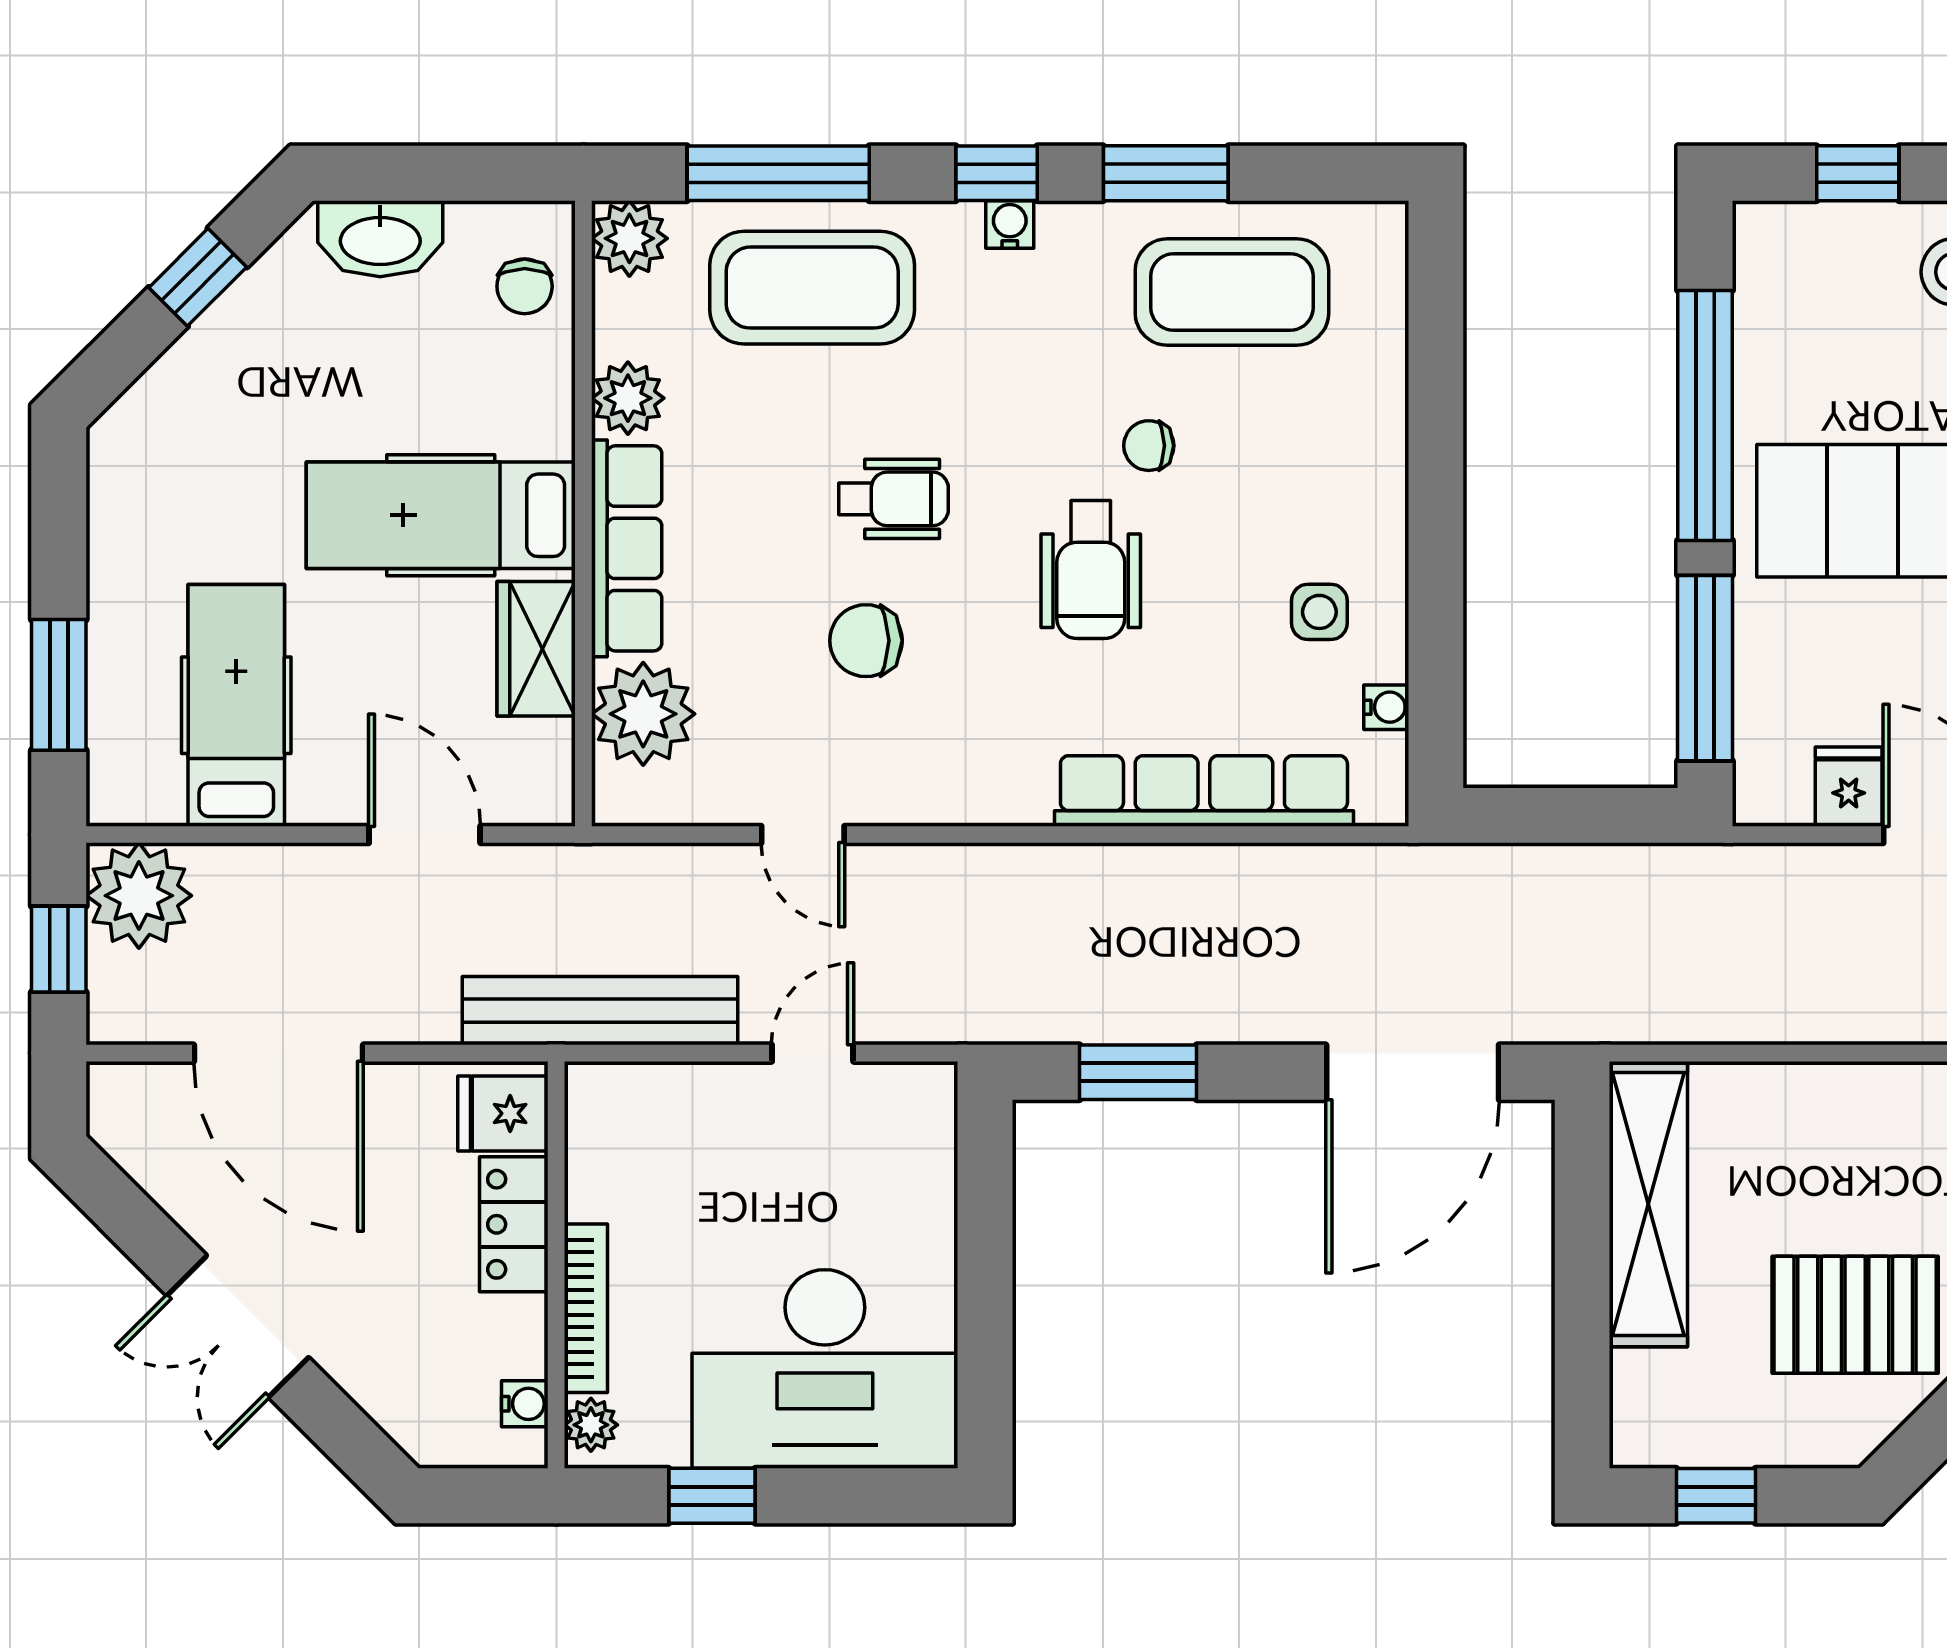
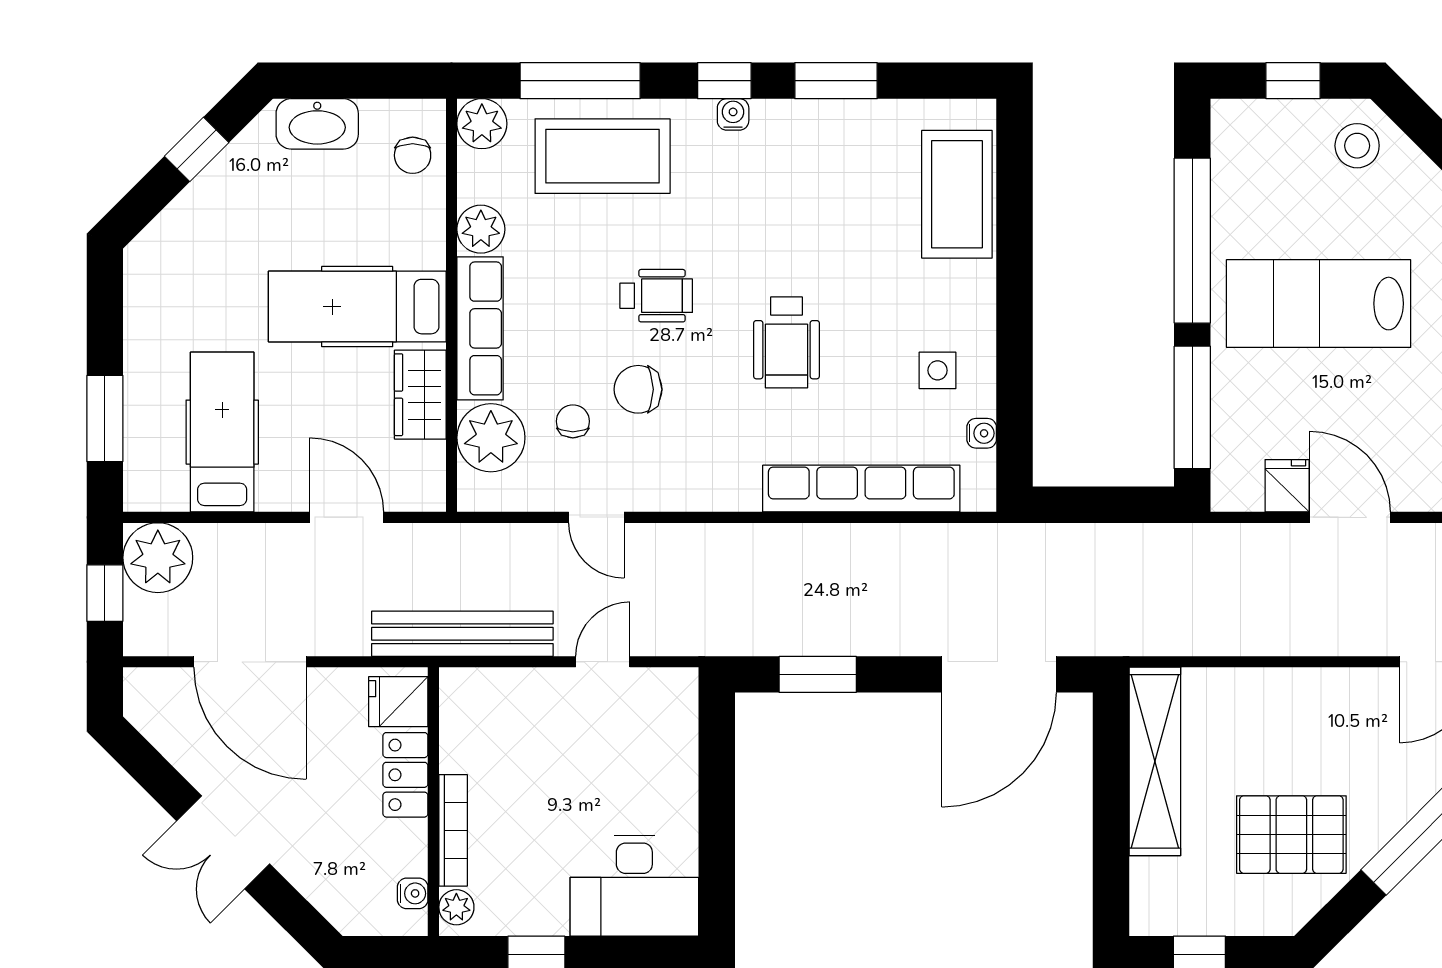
coffee table: (1232, 292) -> (957, 194), moved, turned 90
chair: (1149, 446) -> (573, 421), moved, turned 90
desk: (825, 1369) -> (634, 886), width x0.73, depth x0.77

